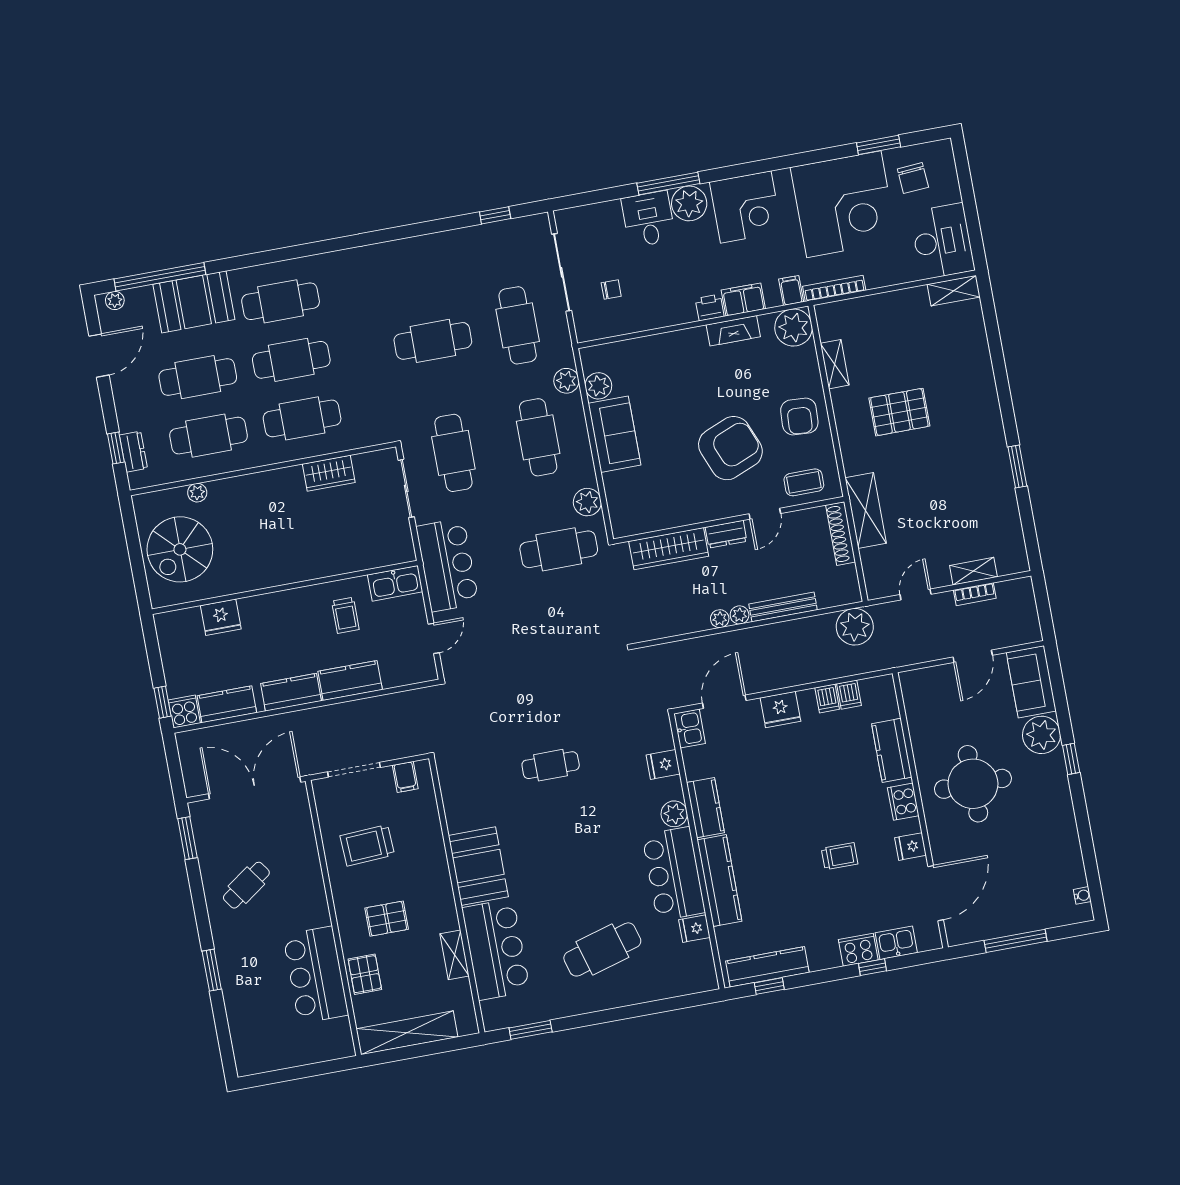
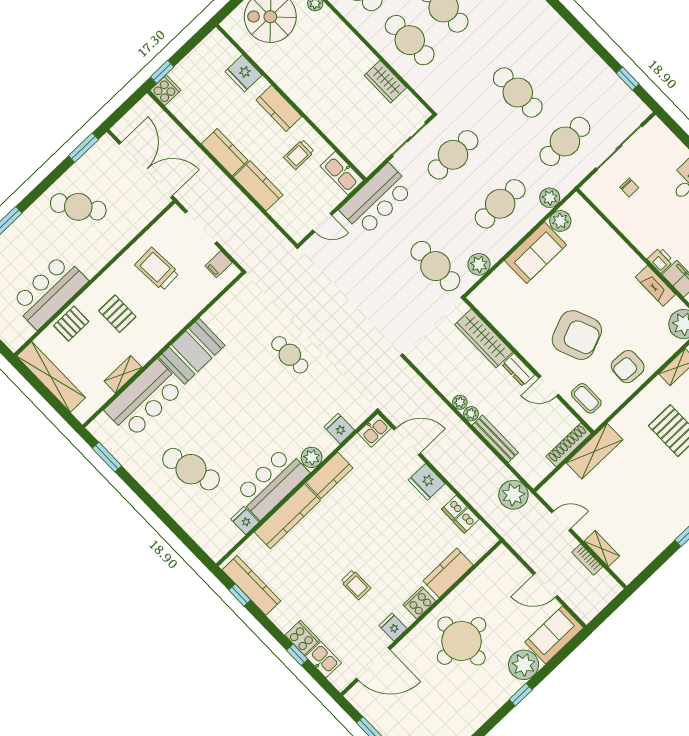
kitchen counter: (227, 704) -> (279, 108), moved, turned 180
cafe table: (246, 885) -> (78, 207), width x1.37, depth x1.35

